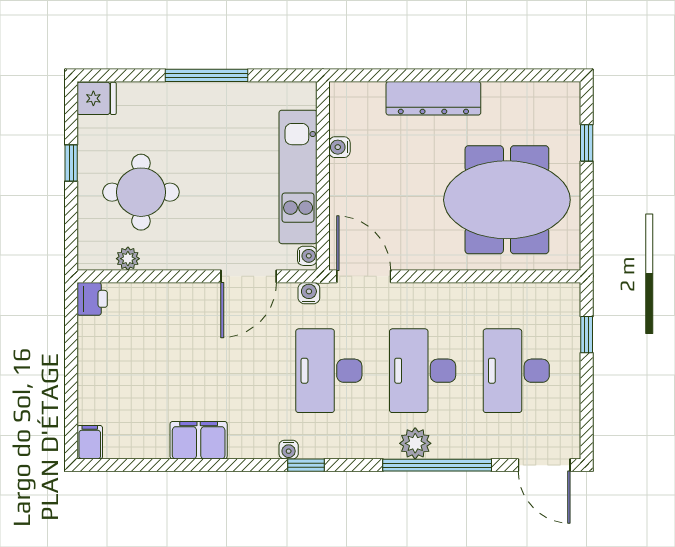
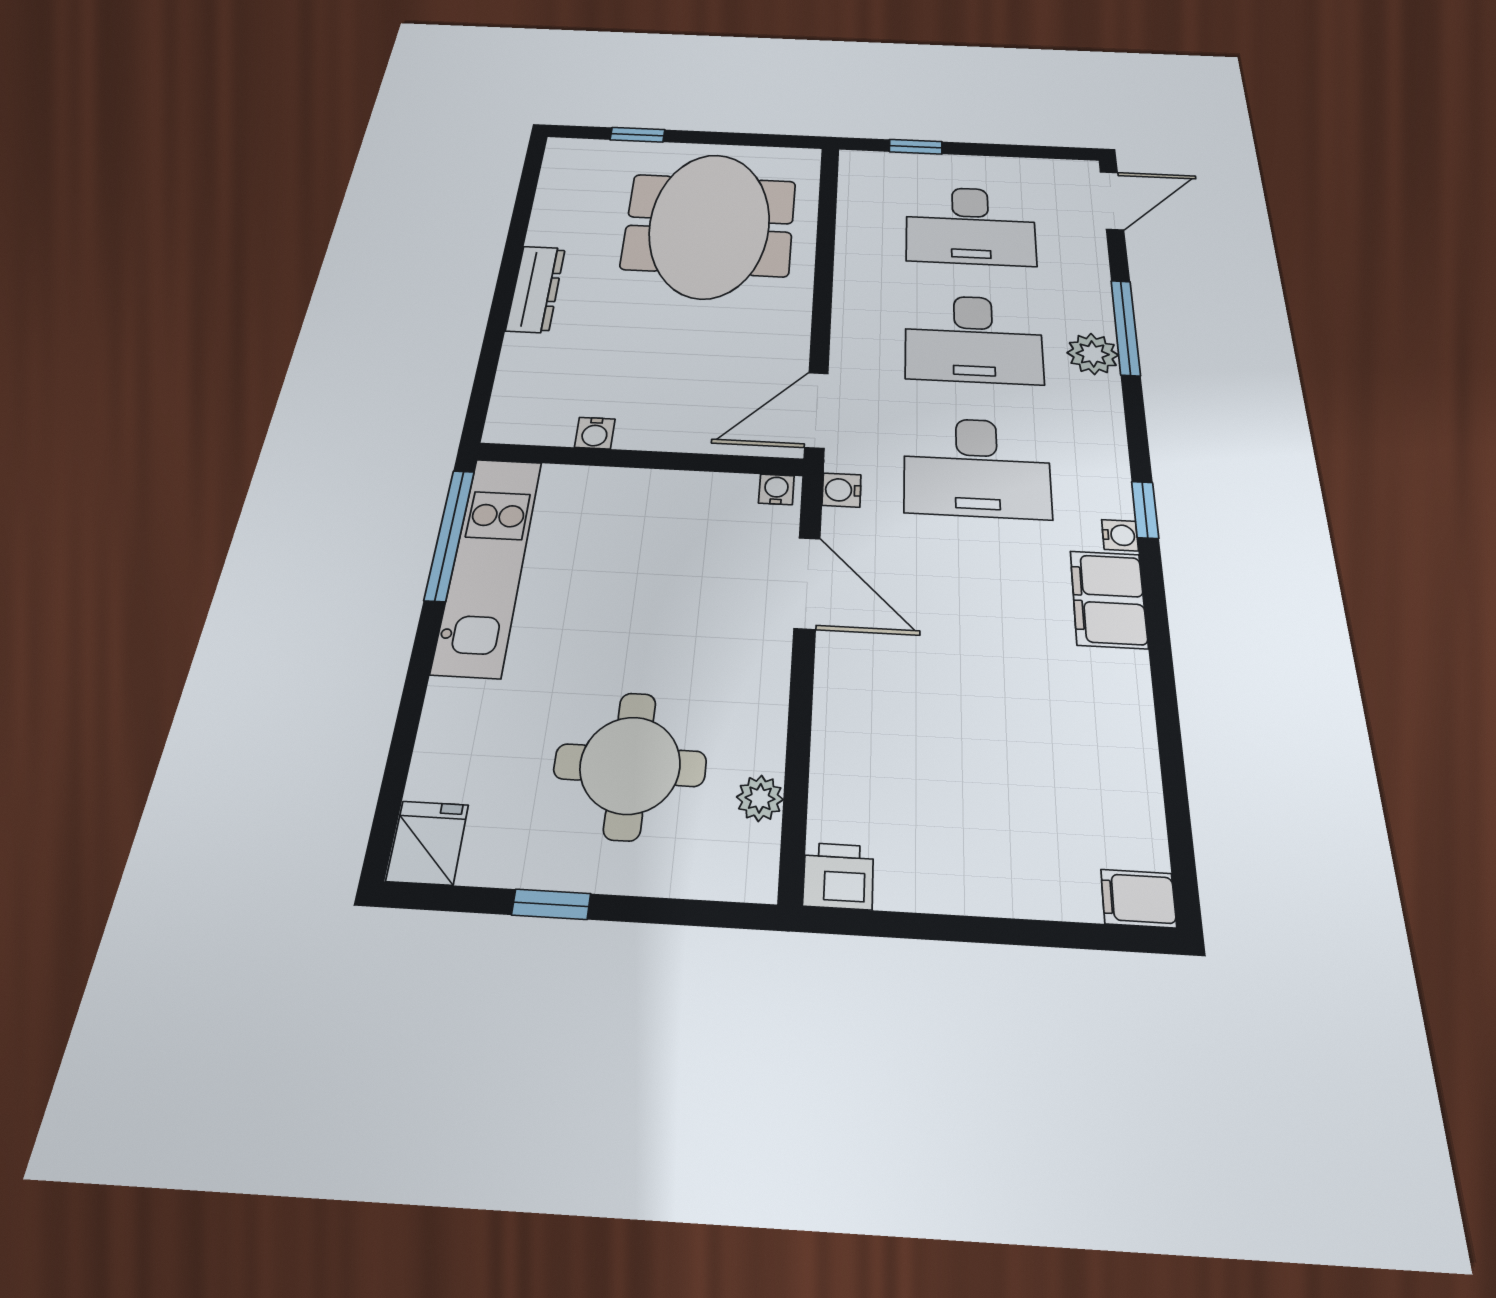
window: (207, 75) -> (450, 535), moved
dresser: (433, 98) -> (536, 289), width x0.73, depth x0.80
kitchen unit: (298, 177) -> (488, 564), moved, turned -90
filing cabinet: (199, 440) -> (1109, 599), moved
window: (437, 465) -> (1125, 327), width x0.68

